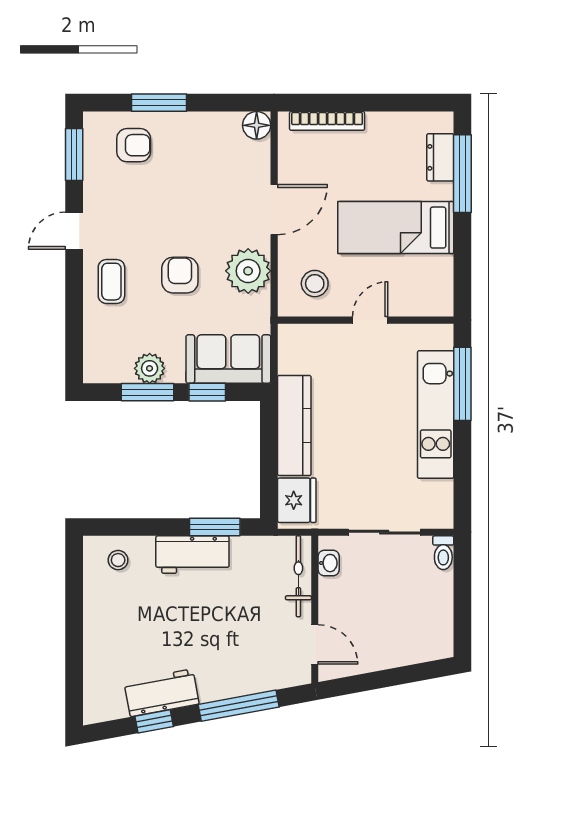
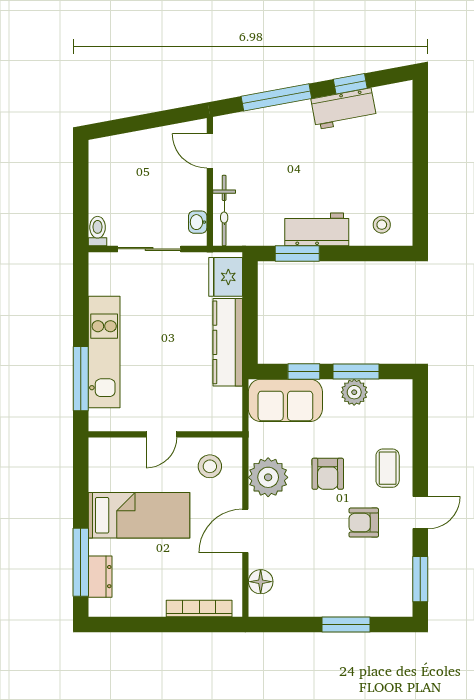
floor lamp: (257, 125) -> (261, 582), moved
armchair: (134, 145) -> (364, 523), moved

